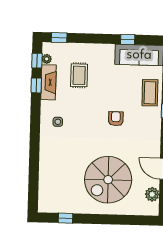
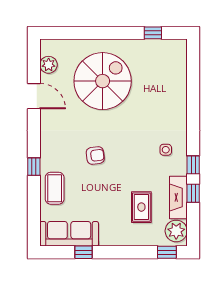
plant: (47, 59) -> (176, 231), width x1.88, depth x1.88
window: (37, 61) -> (193, 165), moved
armchair: (116, 119) -> (95, 156), turned -97

